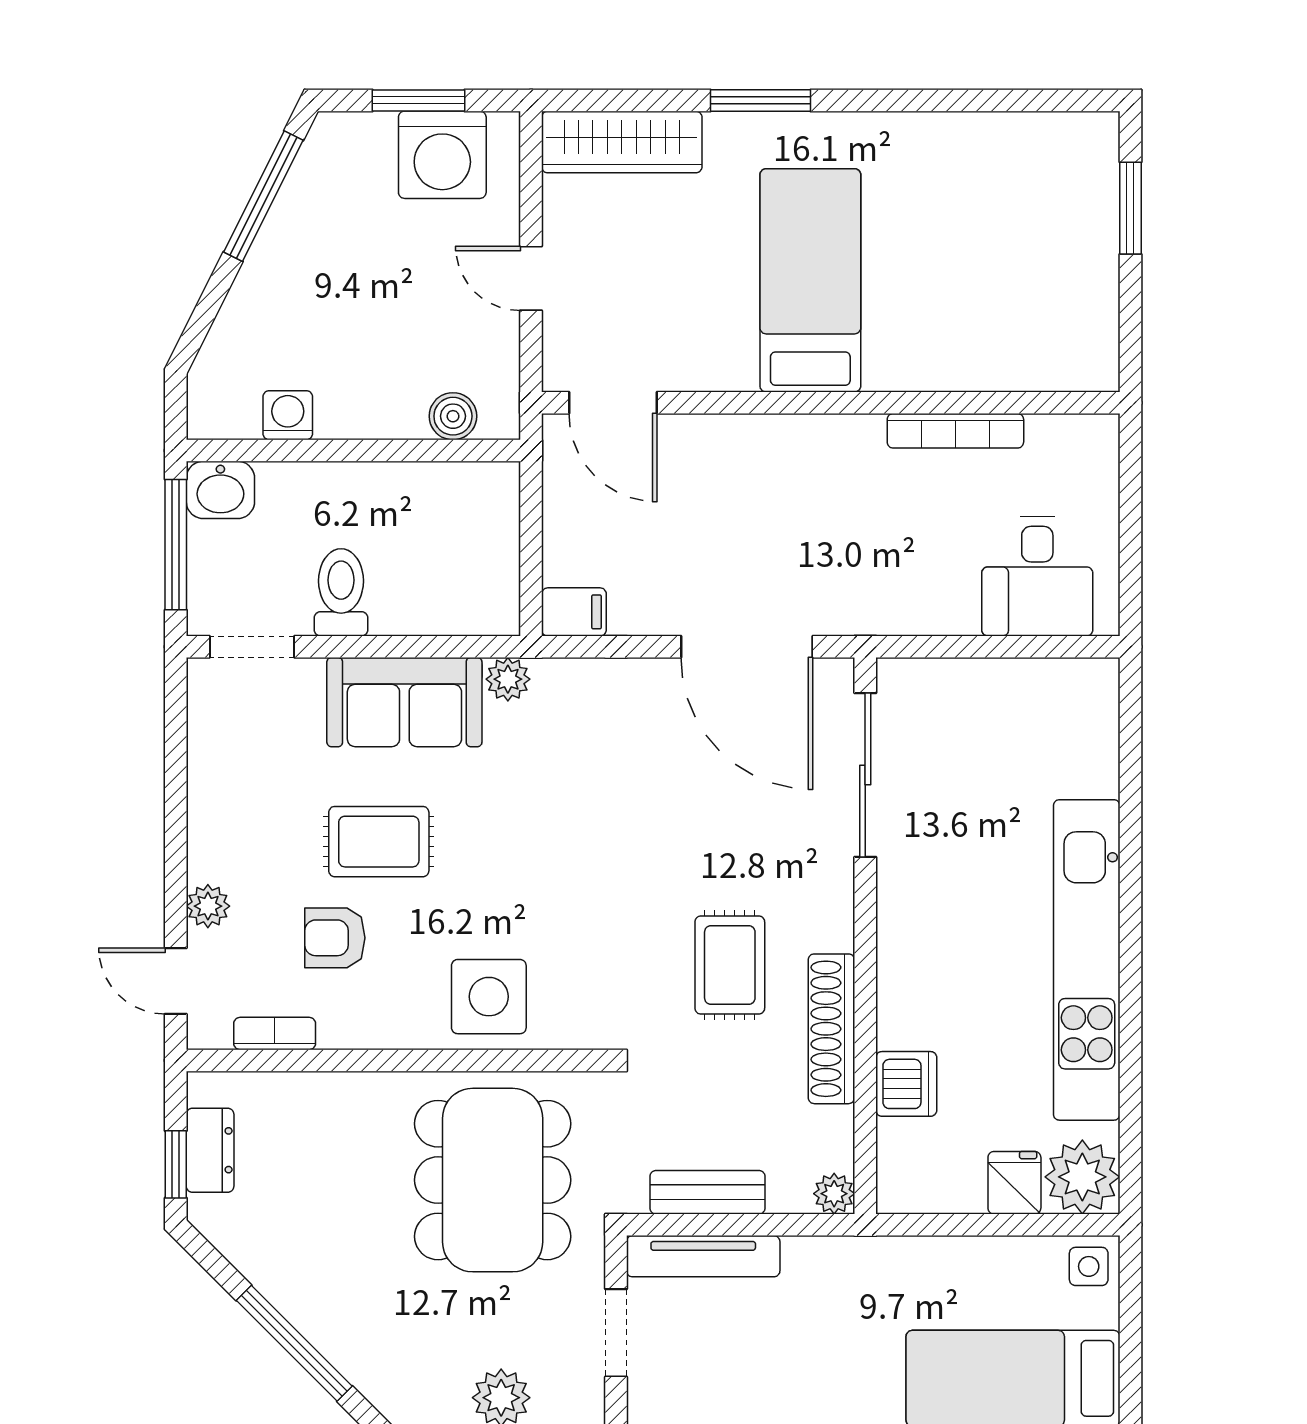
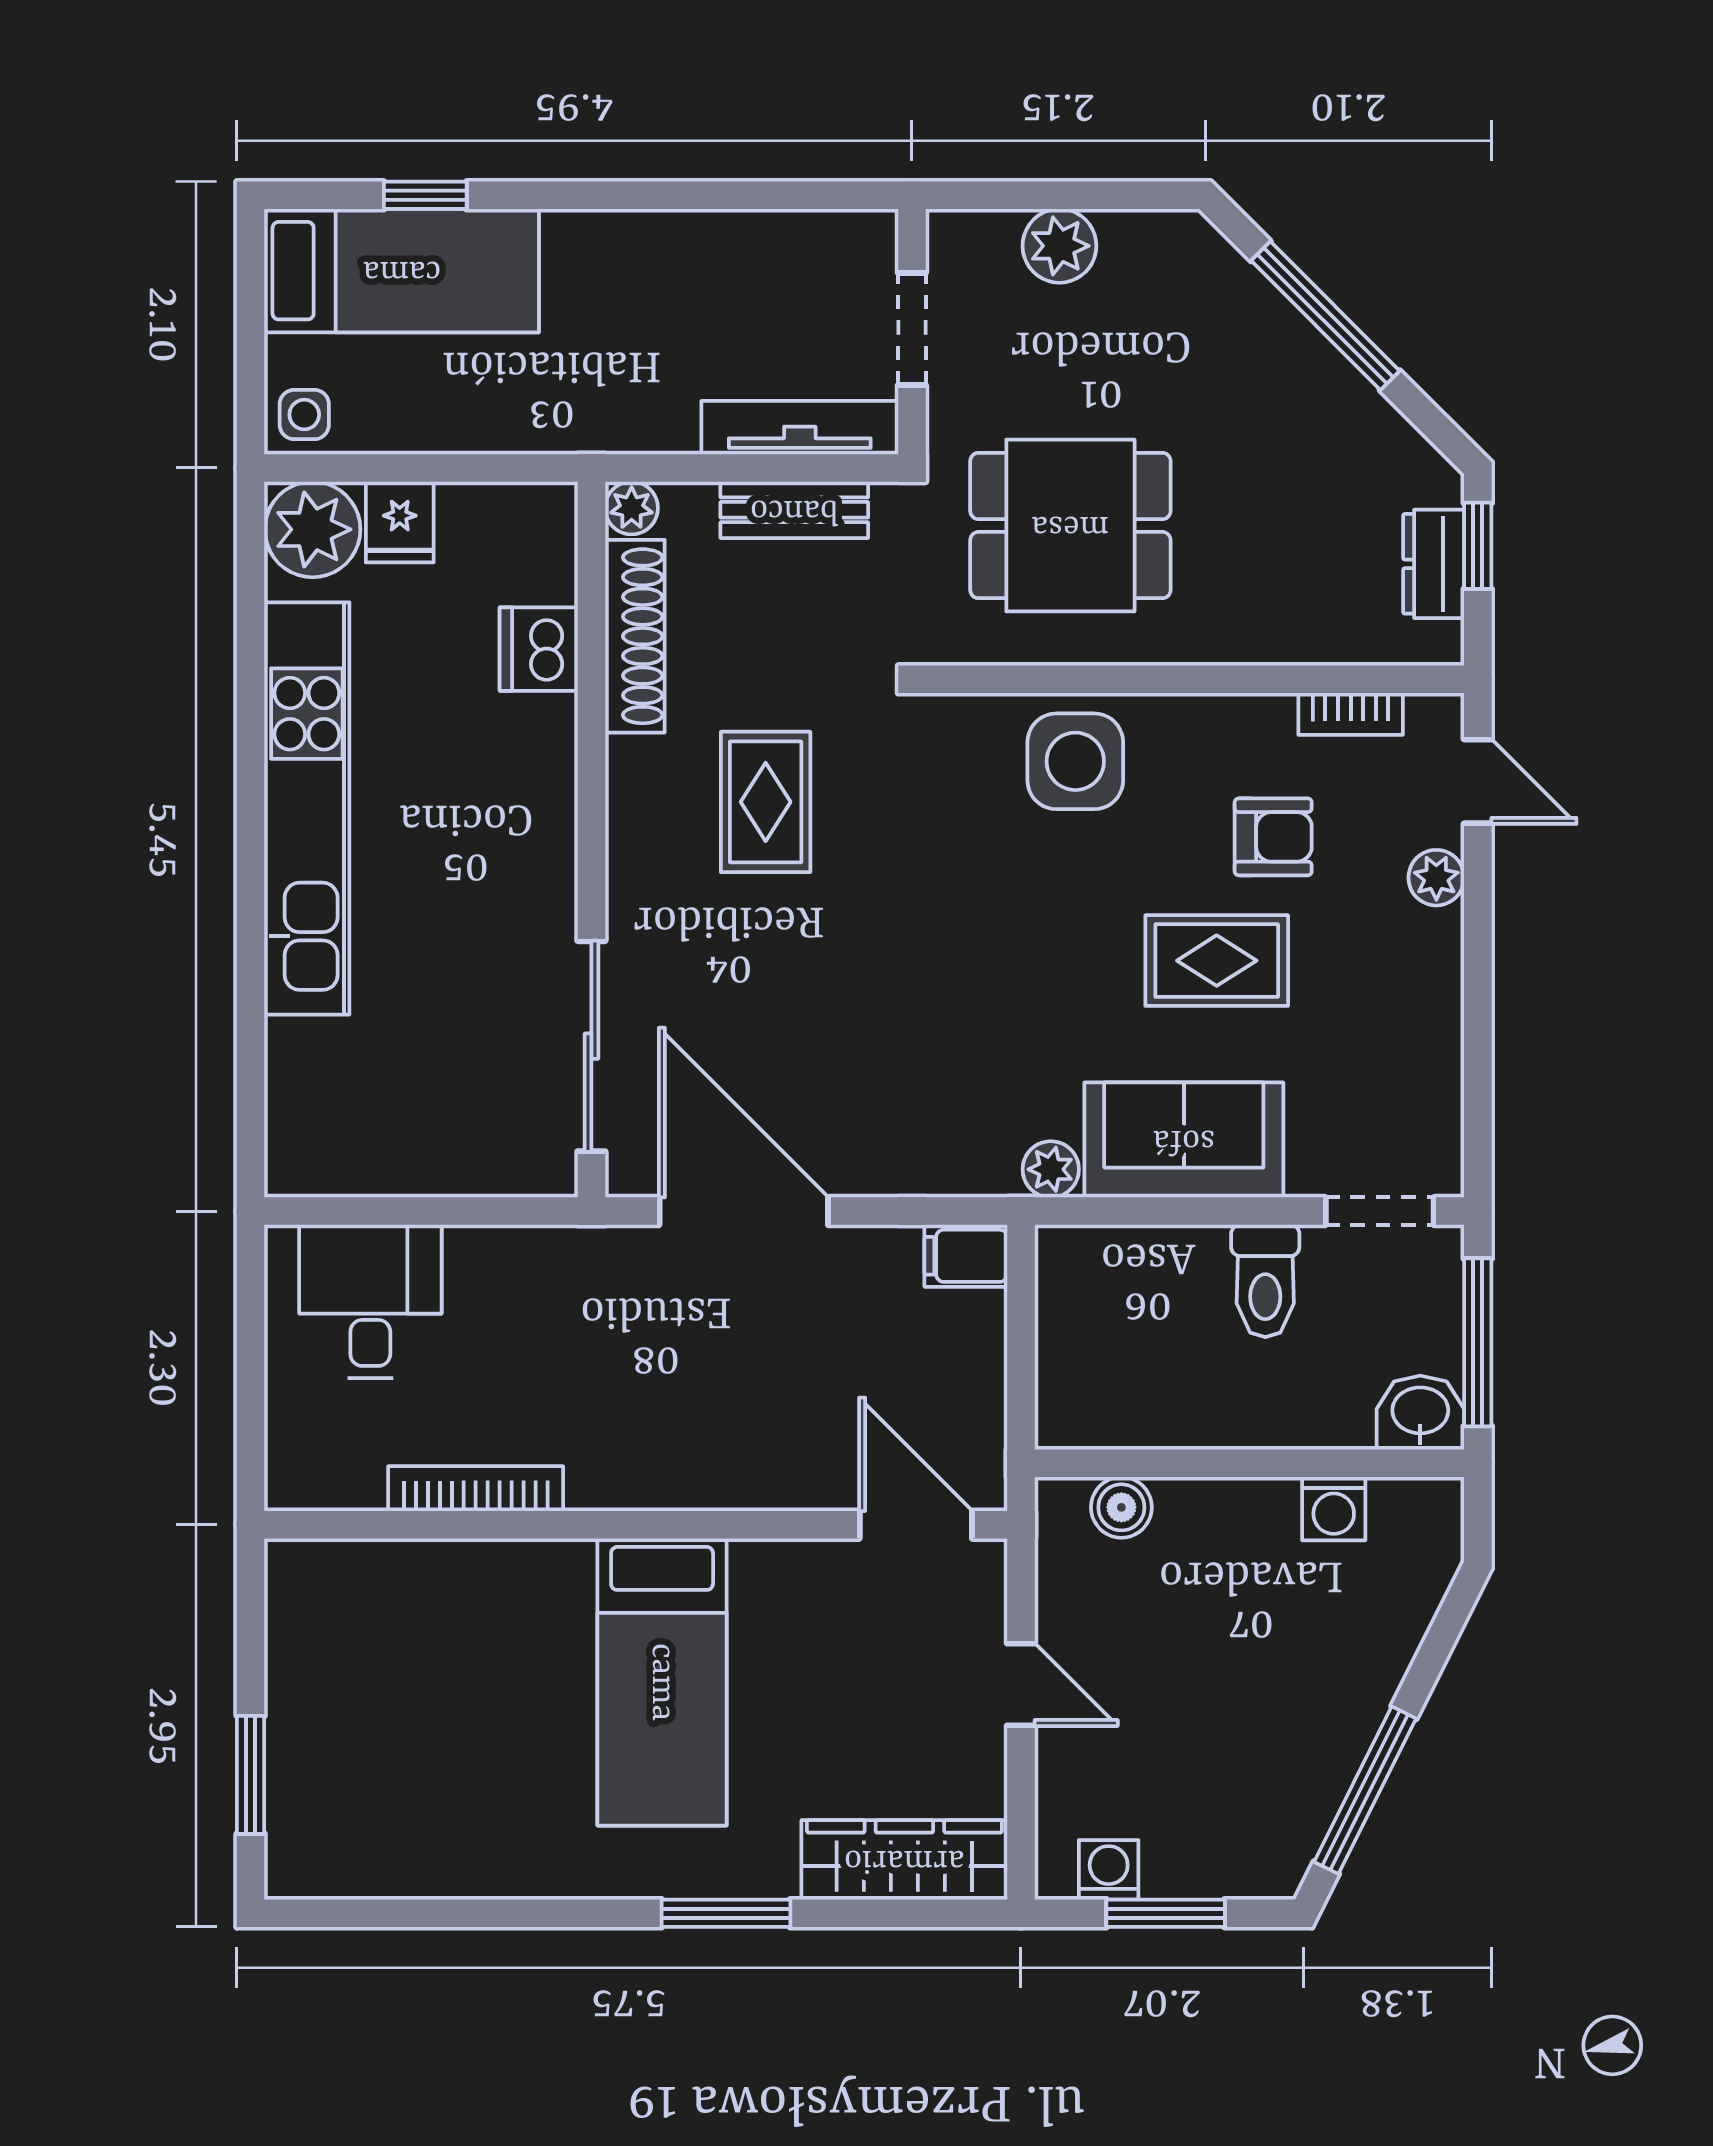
washing machine: (442, 155) -> (1109, 1870), width x0.53, depth x0.53
shoe rack: (831, 1029) -> (635, 636), moved
dining table: (493, 1180) -> (1070, 526), width x0.73

